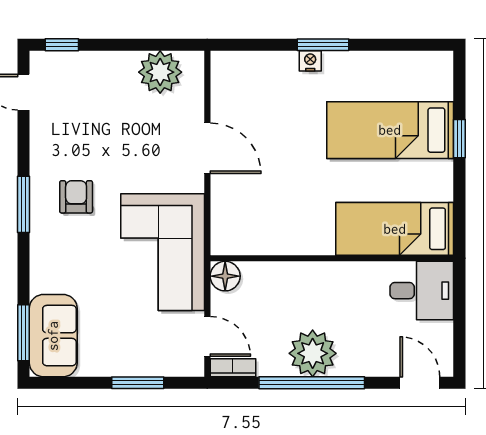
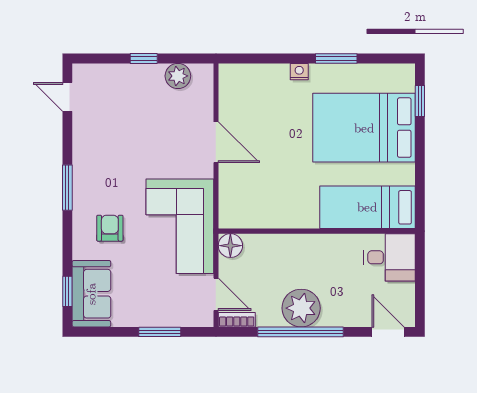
window: (62, 45) -> (144, 59), moved
window: (323, 45) -> (336, 59), moved
plant: (160, 72) -> (178, 76), width x0.73, depth x0.73
bed: (390, 130) -> (364, 128), width x1.50
window: (459, 139) -> (420, 101), moved
armchair: (76, 197) -> (110, 228), moved
window: (23, 333) -> (67, 291), width x0.67

